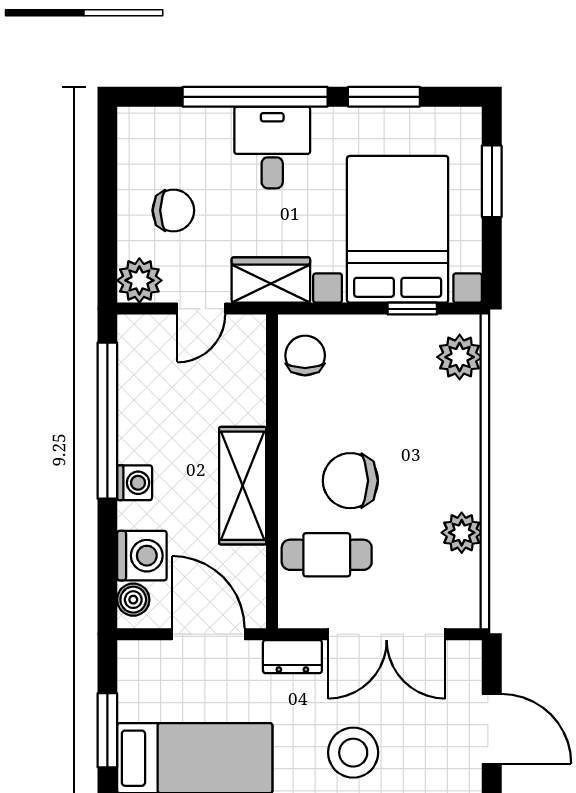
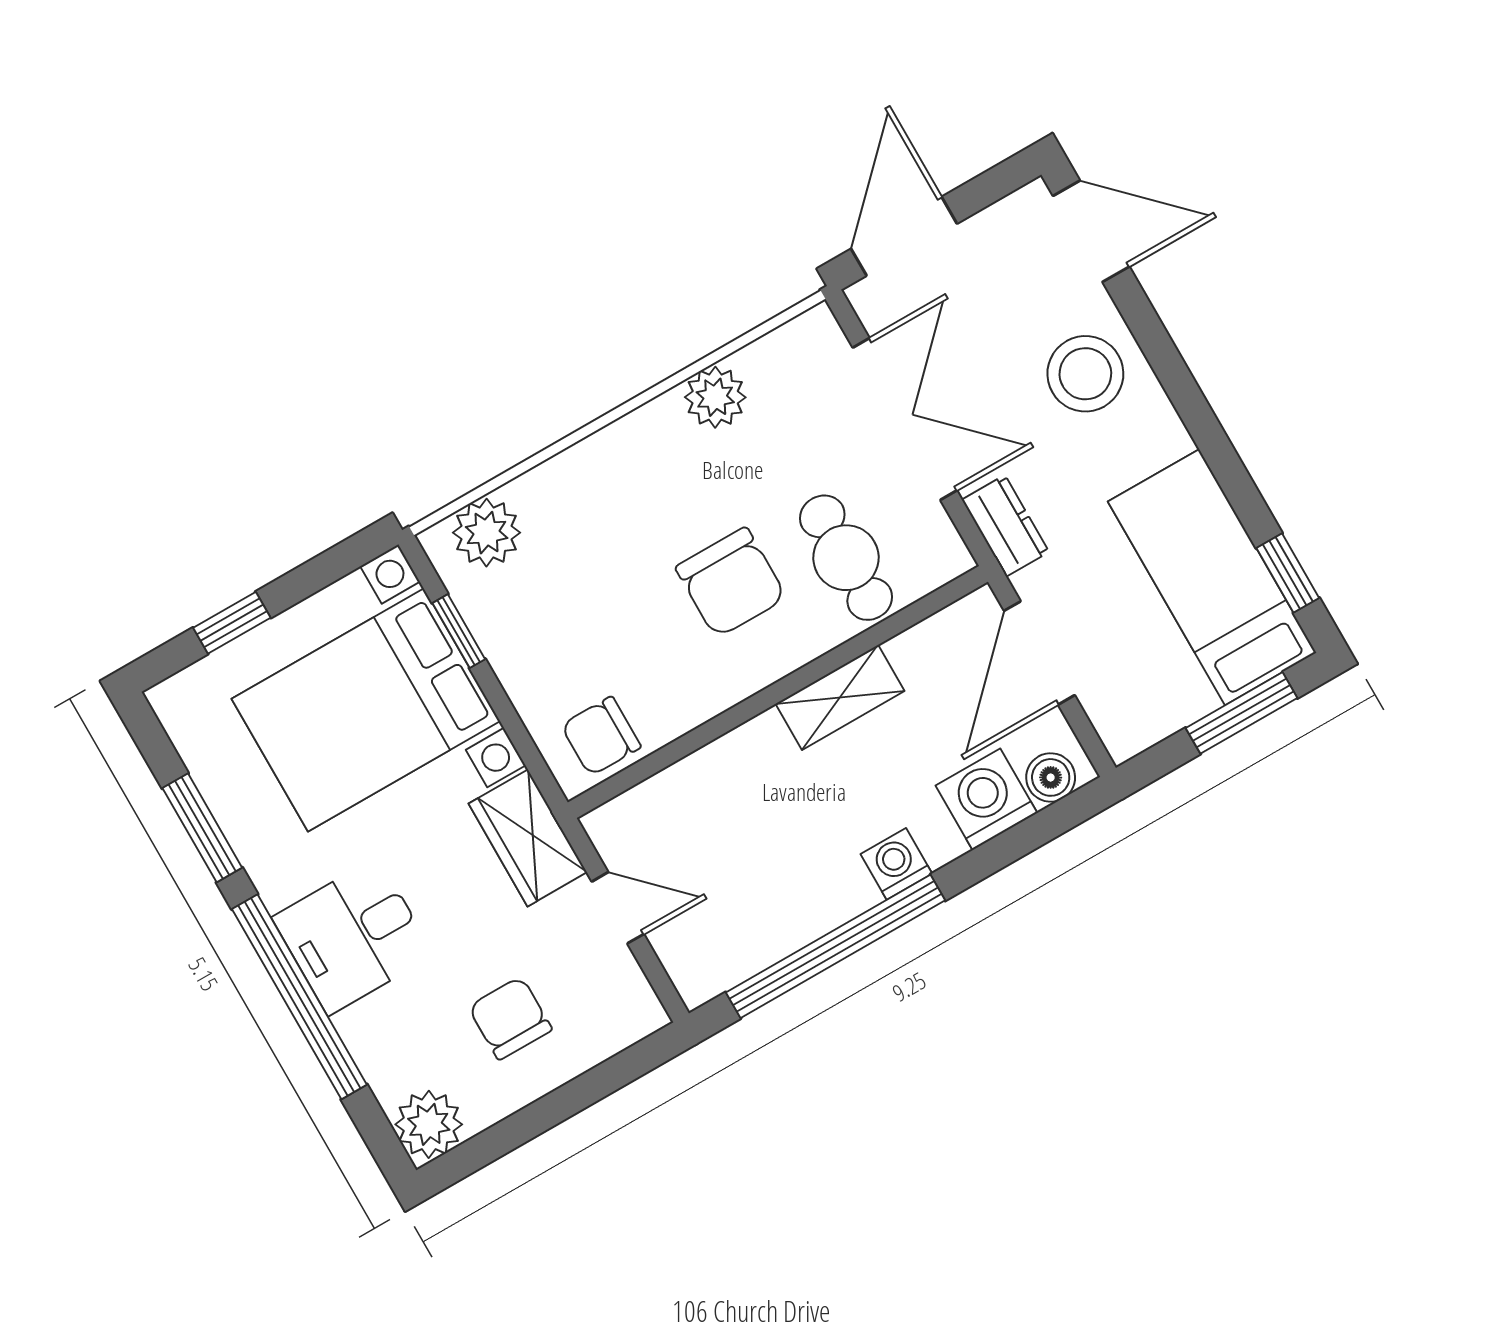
window: (492, 181) -> (232, 623), width x0.67
plant: (139, 280) -> (429, 1124), moved
shelving: (243, 486) -> (840, 697), width x0.67, depth x0.75
door: (492, 729) -> (904, 236), moved

